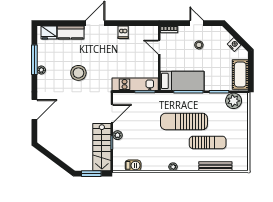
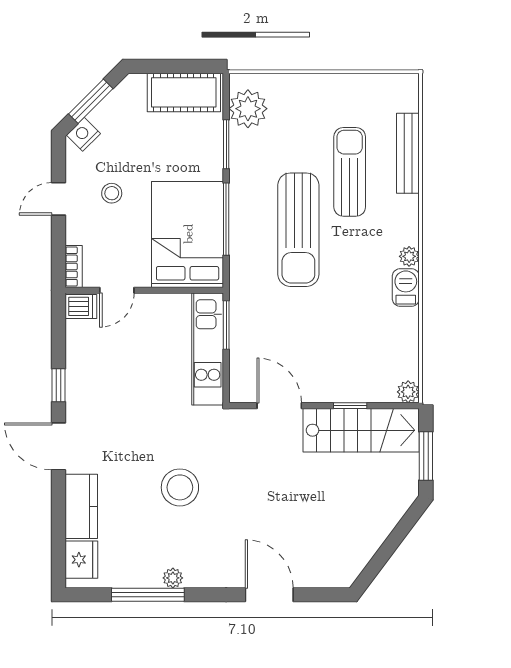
window: (120, 23) -> (58, 385), added
dishwasher: (123, 32) -> (81, 306), moved
window: (237, 36) -> (91, 101), added
nightstand: (234, 44) -> (83, 134), moved
bed: (182, 81) -> (188, 234), width x1.50
plant: (118, 135) -> (408, 392), moved
barbecue: (133, 165) -> (406, 287), moved

